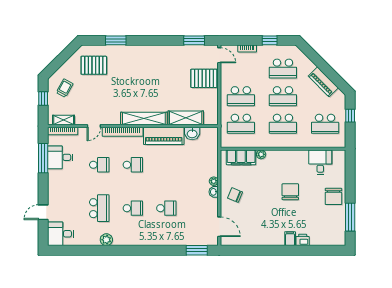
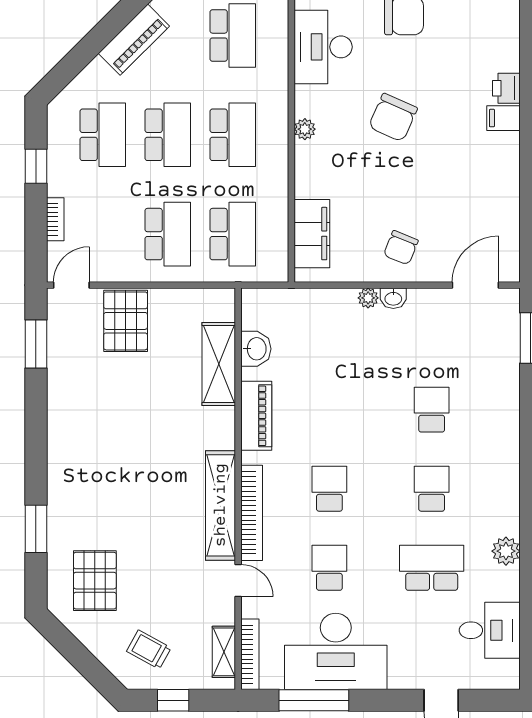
shelving: (144, 119) -> (221, 505), moved
piano: (164, 136) -> (256, 416), width x0.73, depth x0.75
plant: (261, 154) -> (305, 129), moved
desk: (60, 157) -> (336, 651), width x1.87, depth x1.30
desk: (320, 162) -> (323, 47), width x1.37
chair: (290, 192) -> (393, 117), turned -66
desk: (60, 234) -> (490, 630), moved, turned -90

